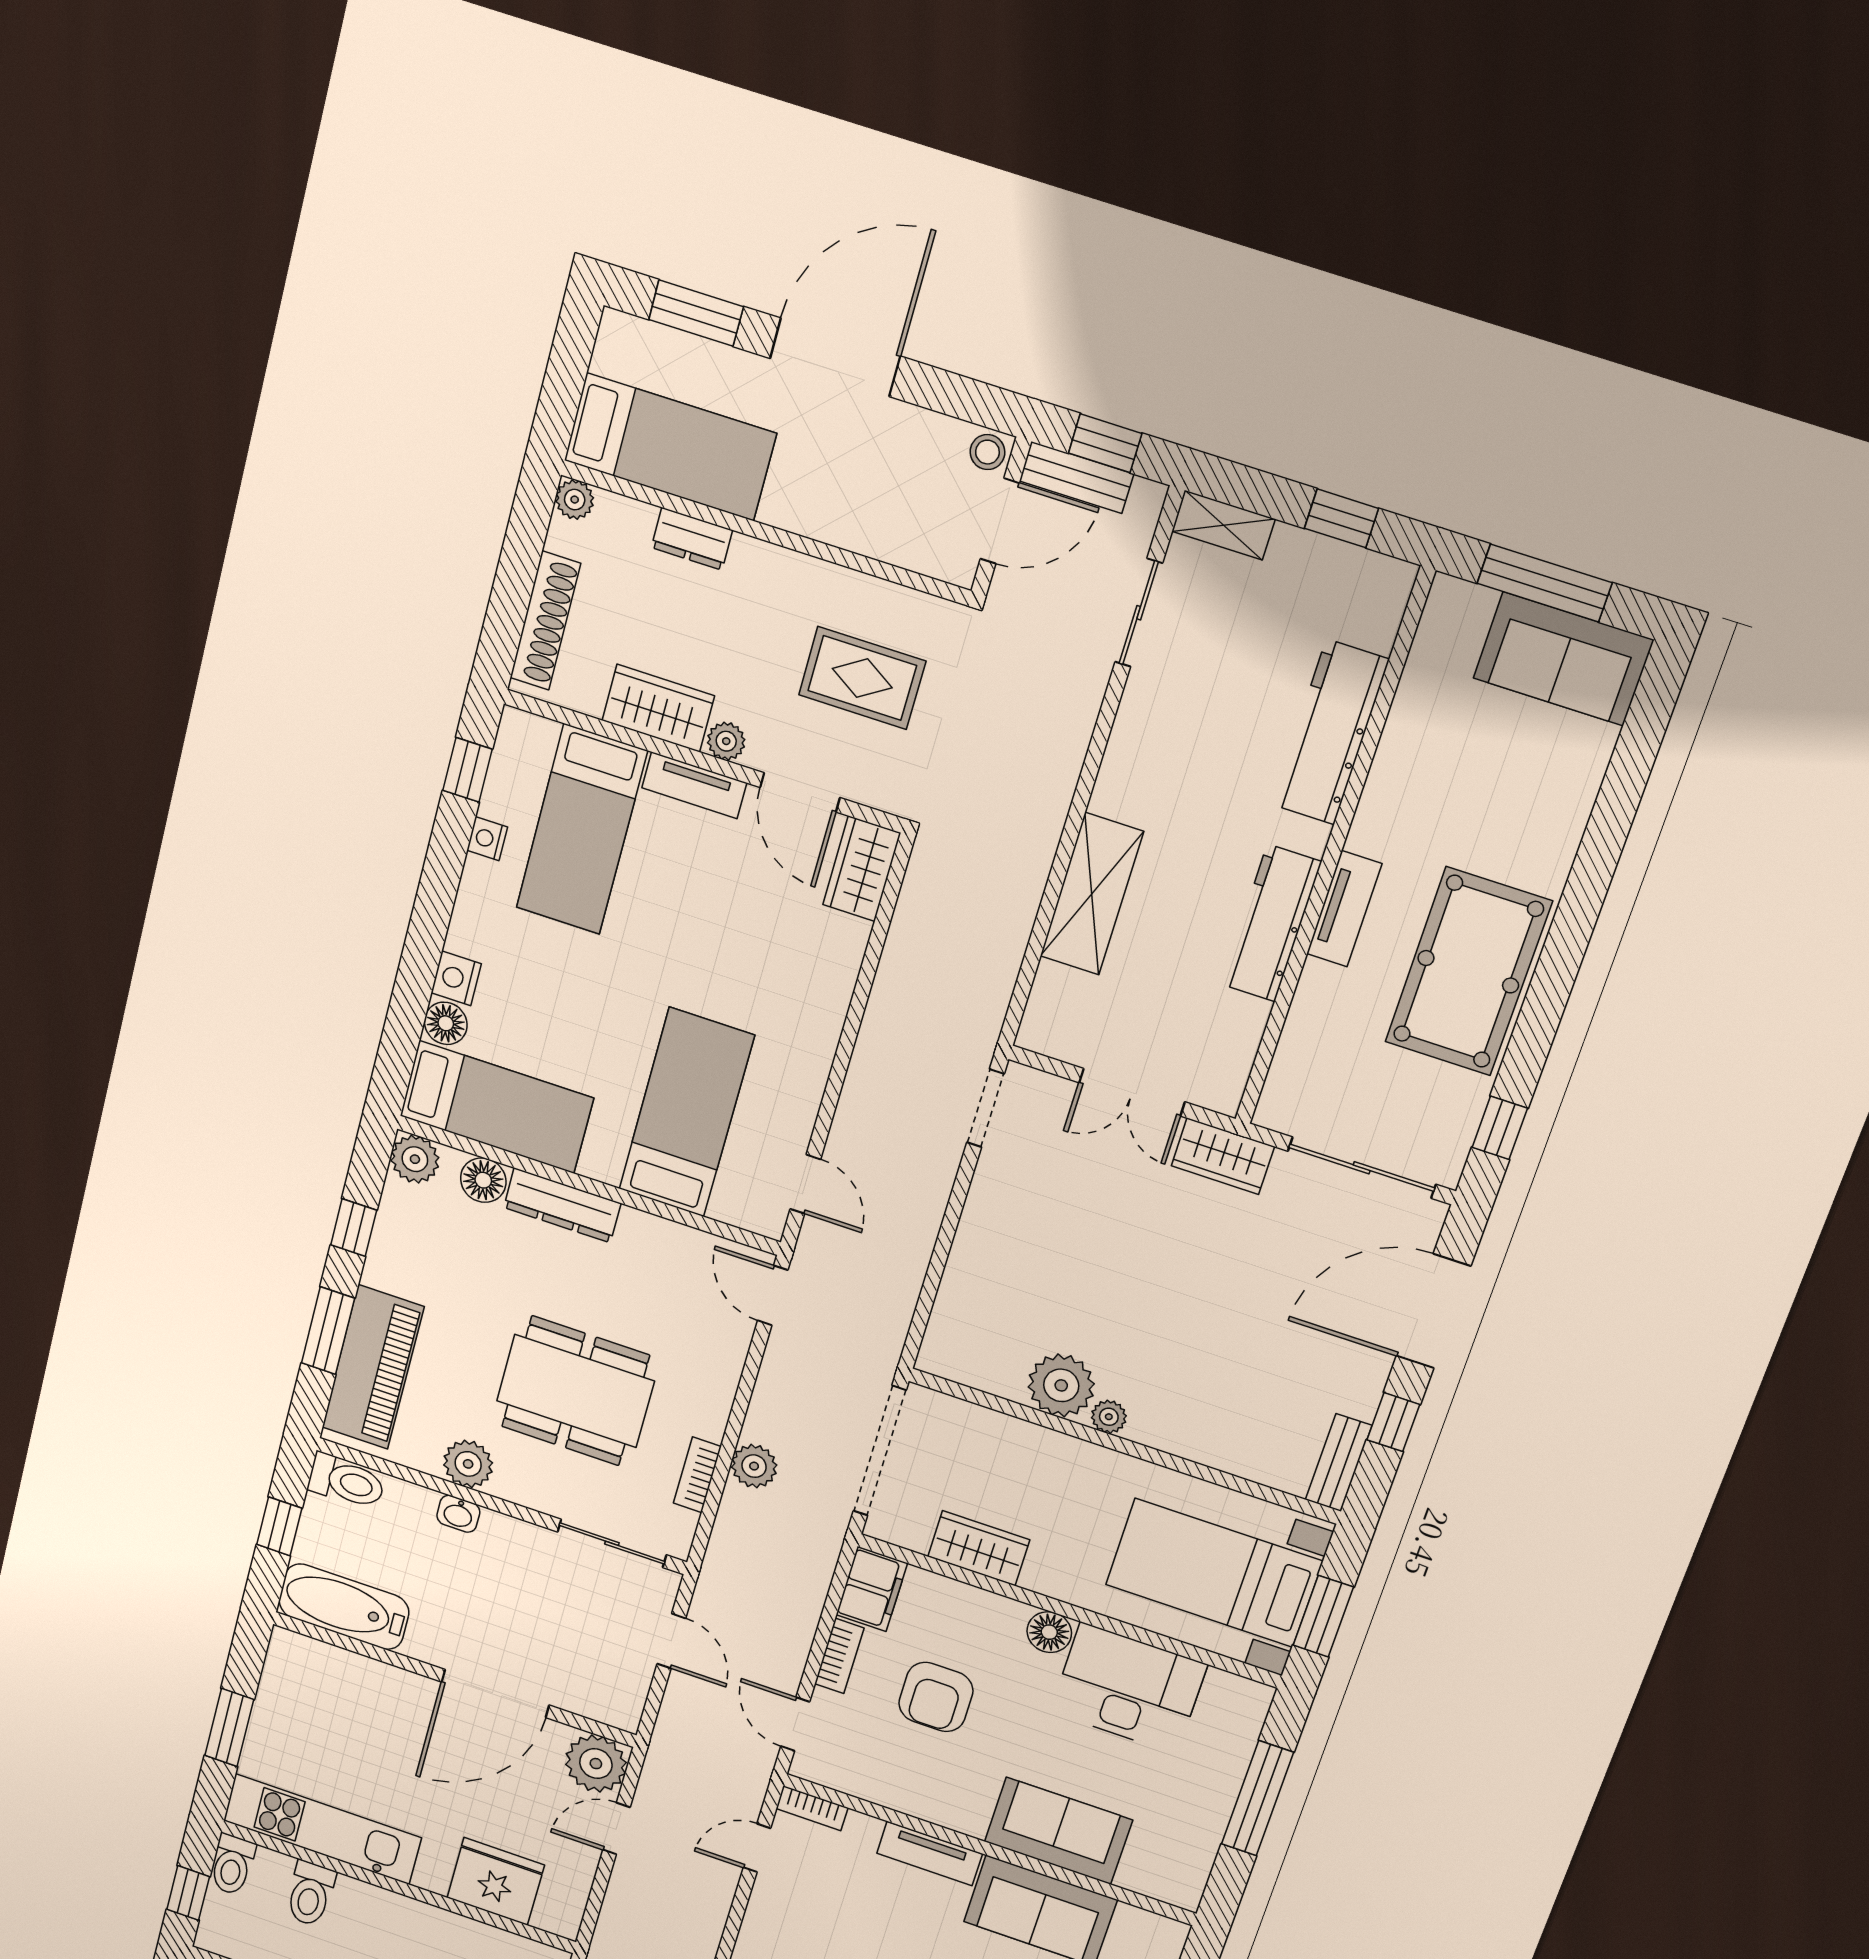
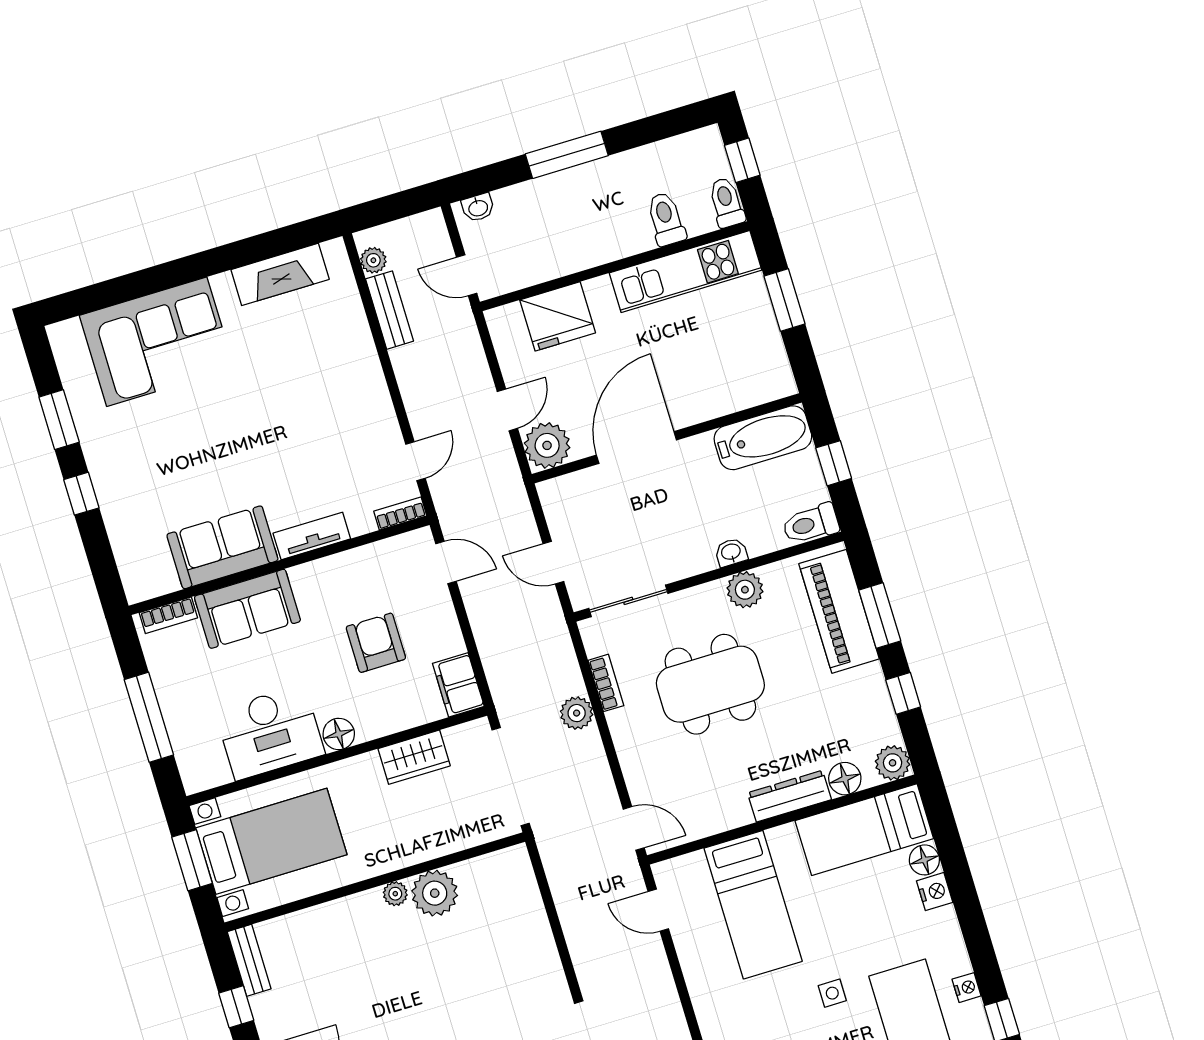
side table: (657, 944) -> (832, 993), added
bookcase: (839, 1656) -> (168, 615), moved, turned -90

